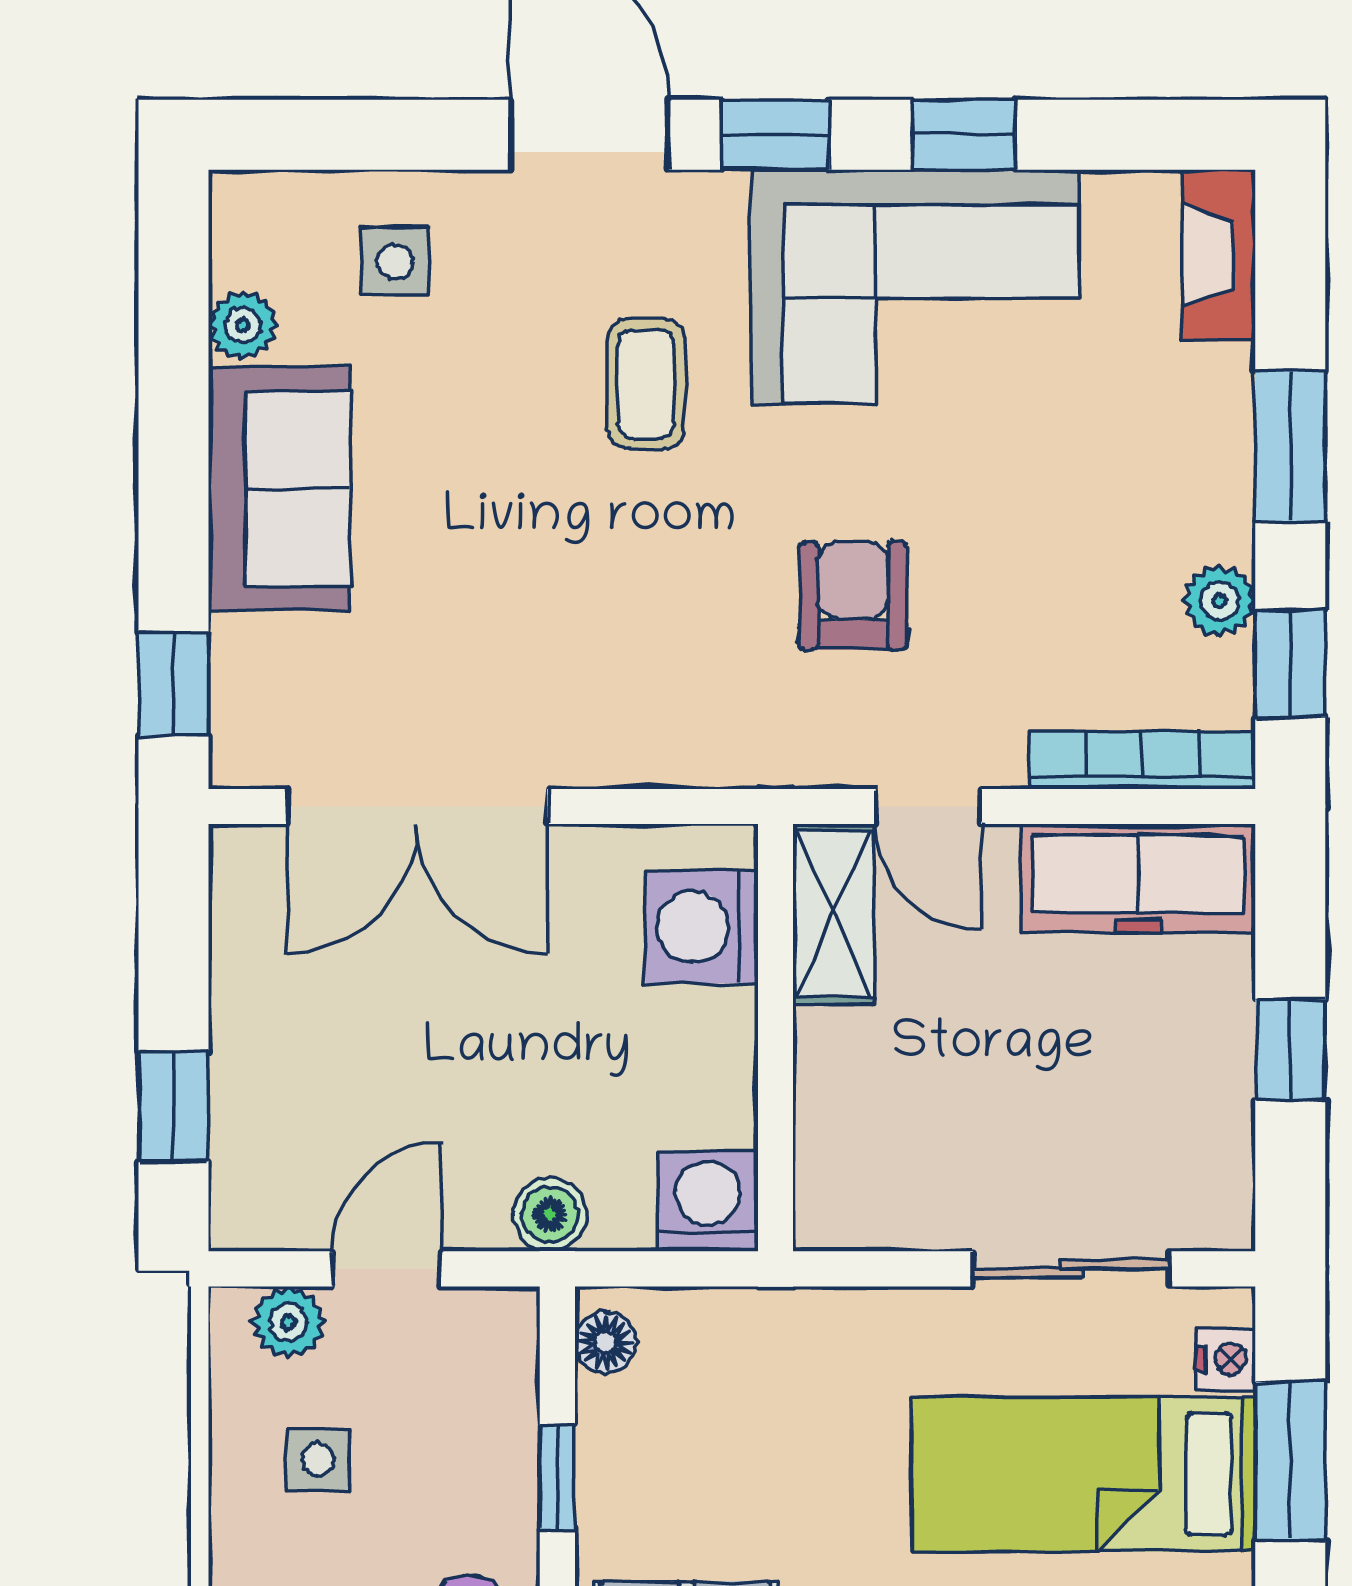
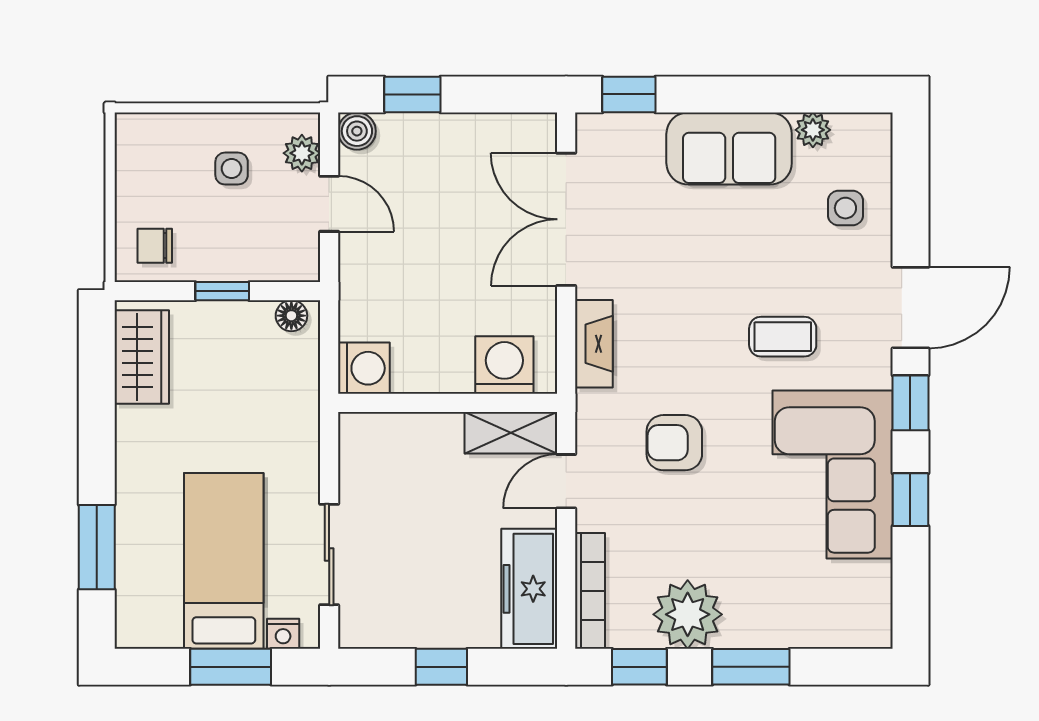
fireplace: (1219, 255) -> (594, 344), moved, turned 90
armchair: (853, 596) -> (674, 443), turned 180
plant: (1220, 601) -> (688, 614), width x1.88, depth x1.88
boiler: (550, 1215) -> (357, 131), moved

